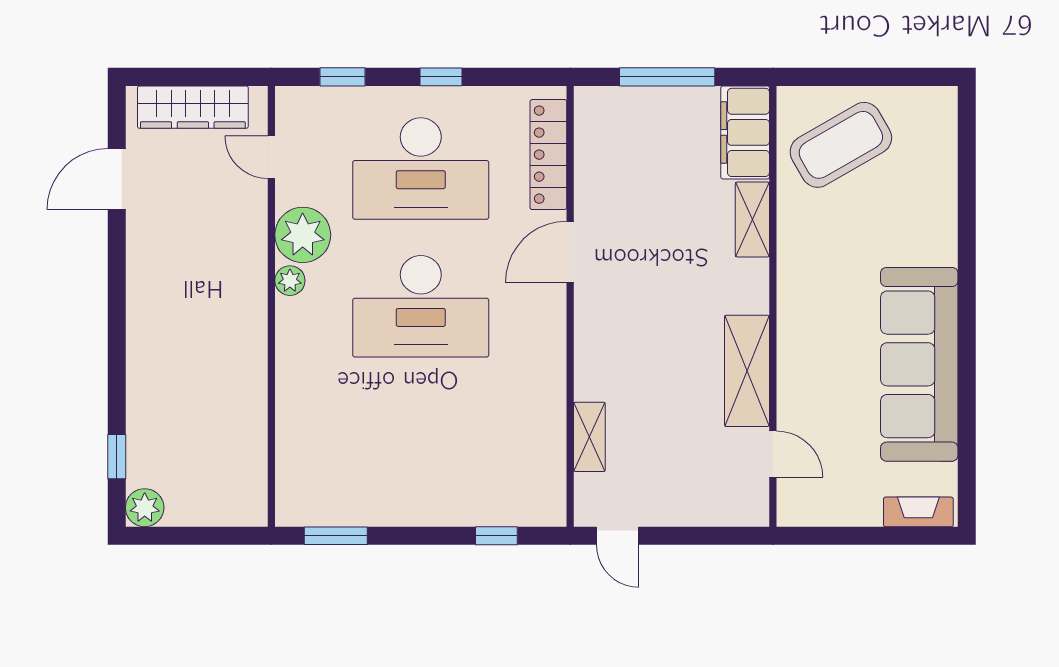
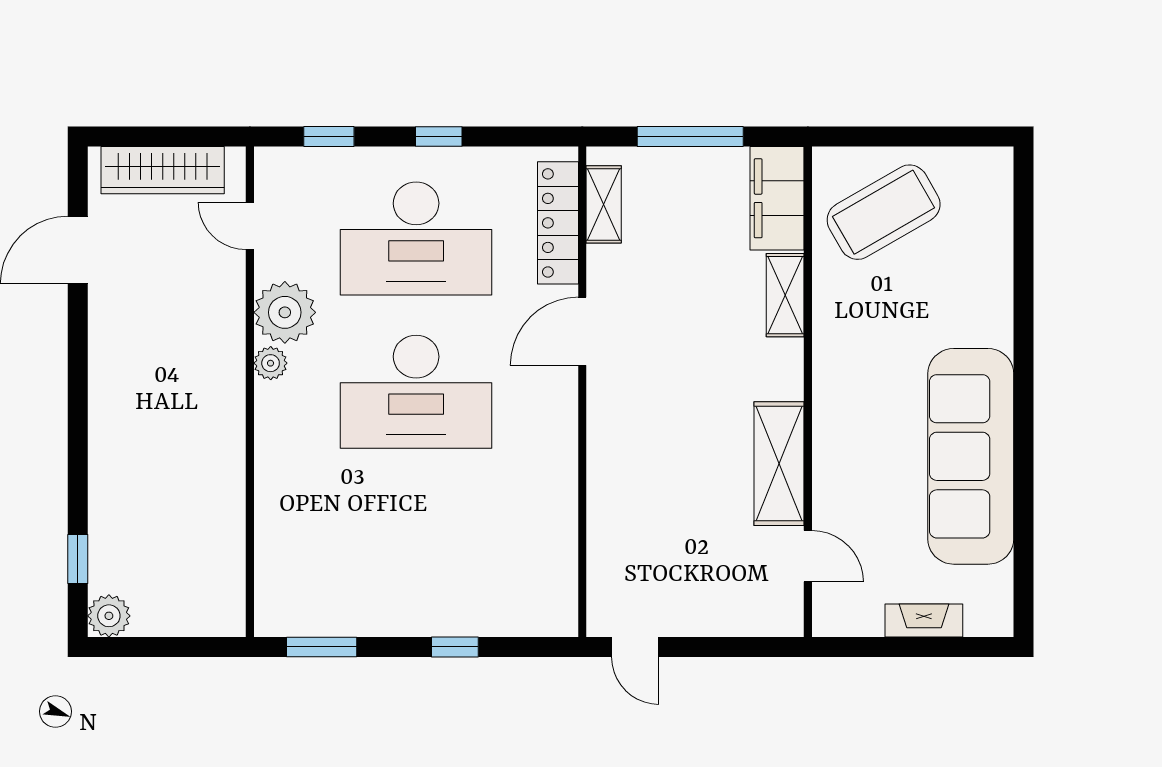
shelving: (589, 437) -> (604, 204), moved
fireplace: (918, 512) -> (924, 621), moved
window: (496, 536) -> (455, 647), moved

